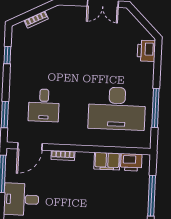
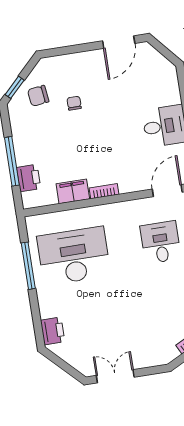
bookcase: (63, 155) -> (104, 191), moved
printer: (131, 162) -> (29, 178), moved, turned 90

